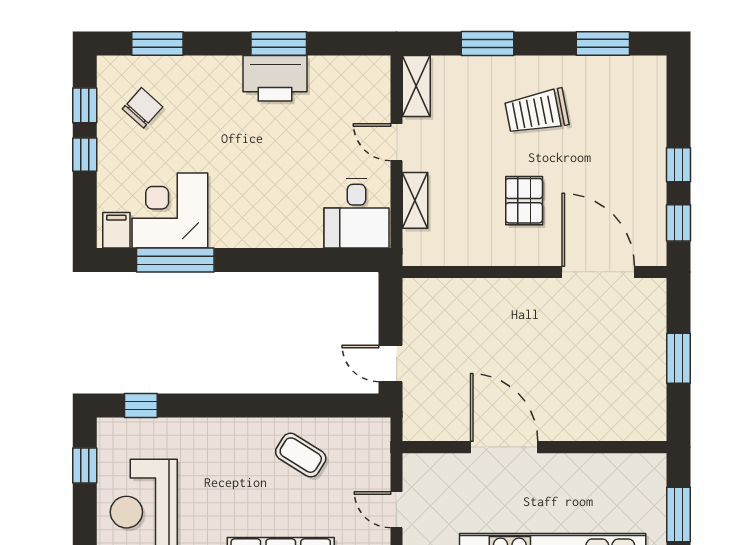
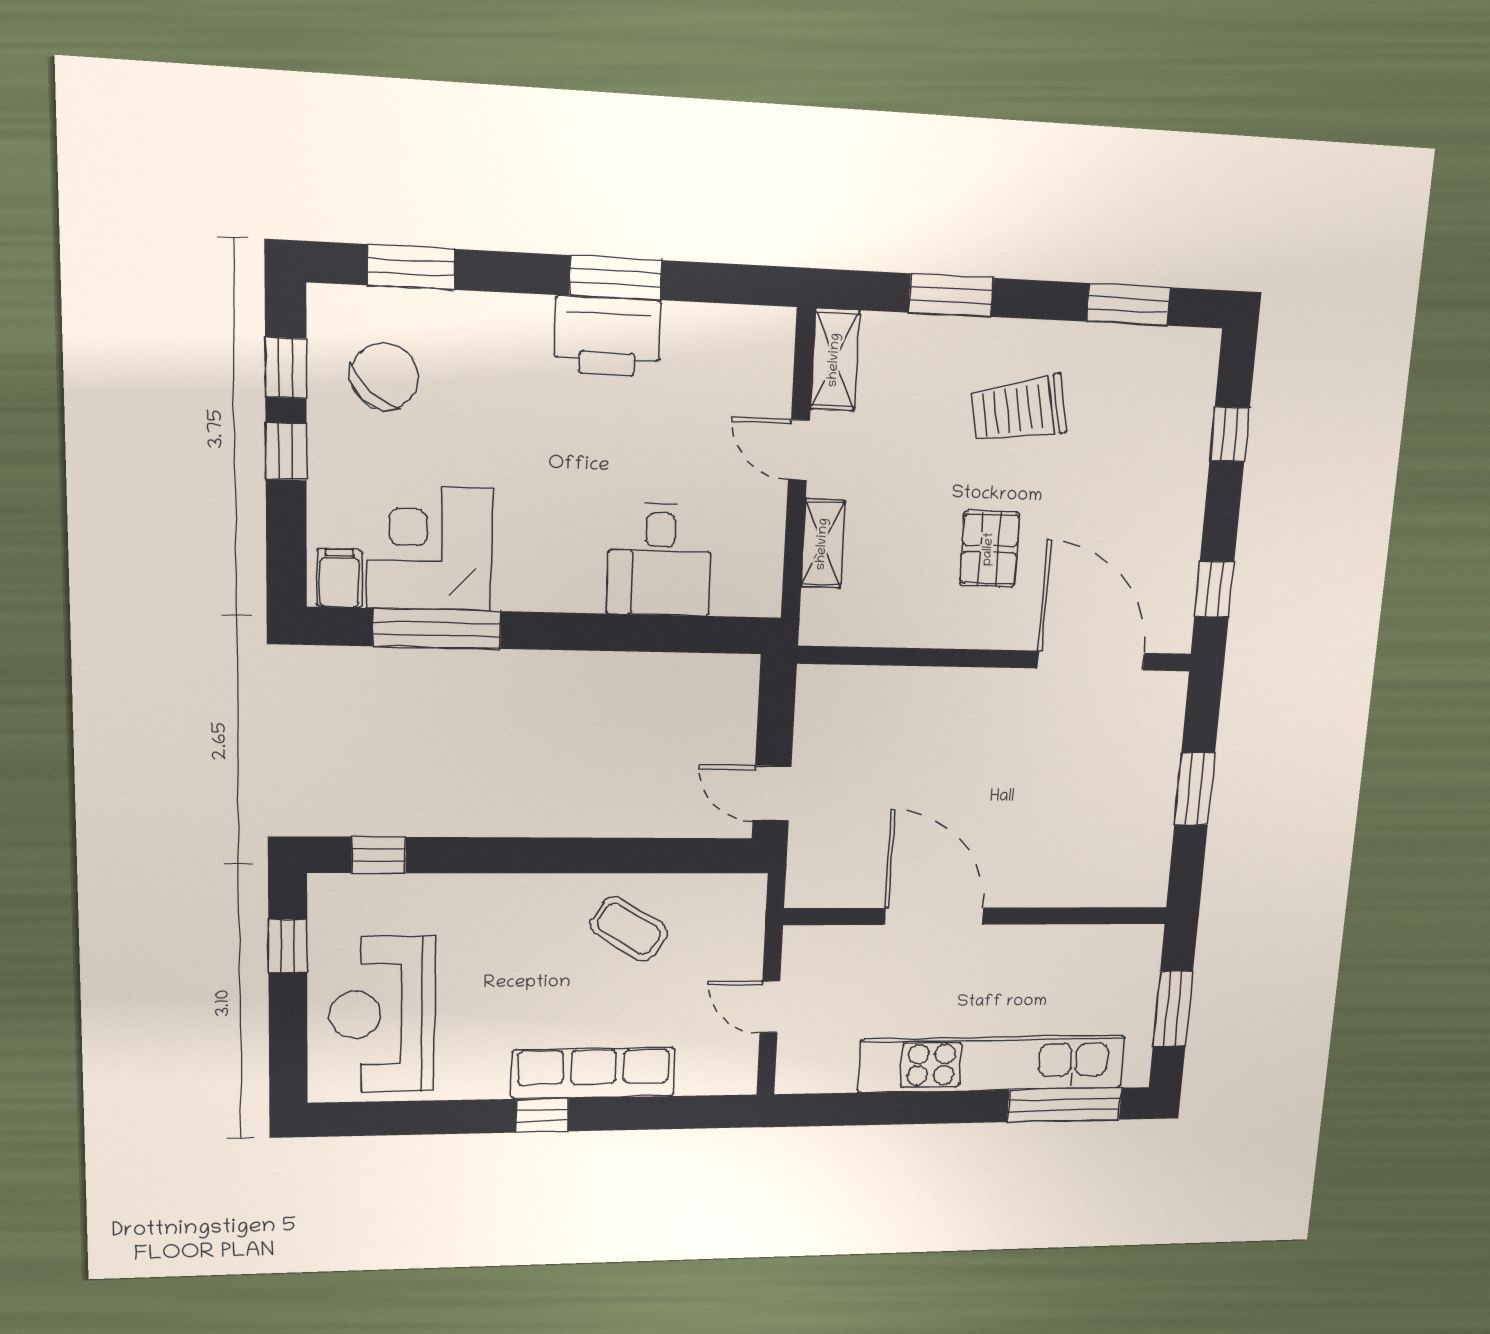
chair: (142, 108) -> (385, 376), width x1.37, depth x1.37
window: (679, 165) -> (1230, 434), moved
desk: (356, 213) -> (659, 560), moved

